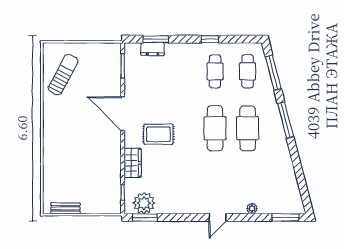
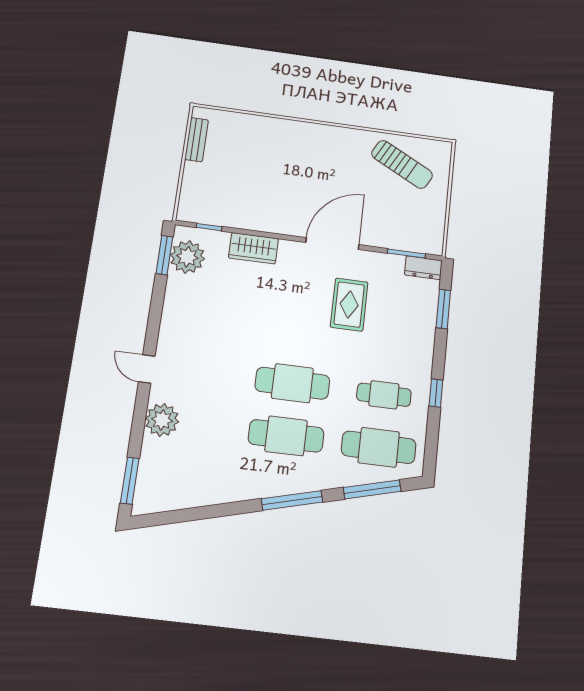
dresser: (153, 49) -> (423, 268), moved, turned -90
cafe table: (248, 71) -> (379, 447), width x1.37, depth x1.35
rug: (158, 134) -> (349, 305), moved
plant: (252, 209) -> (162, 420), width x1.87, depth x1.87

